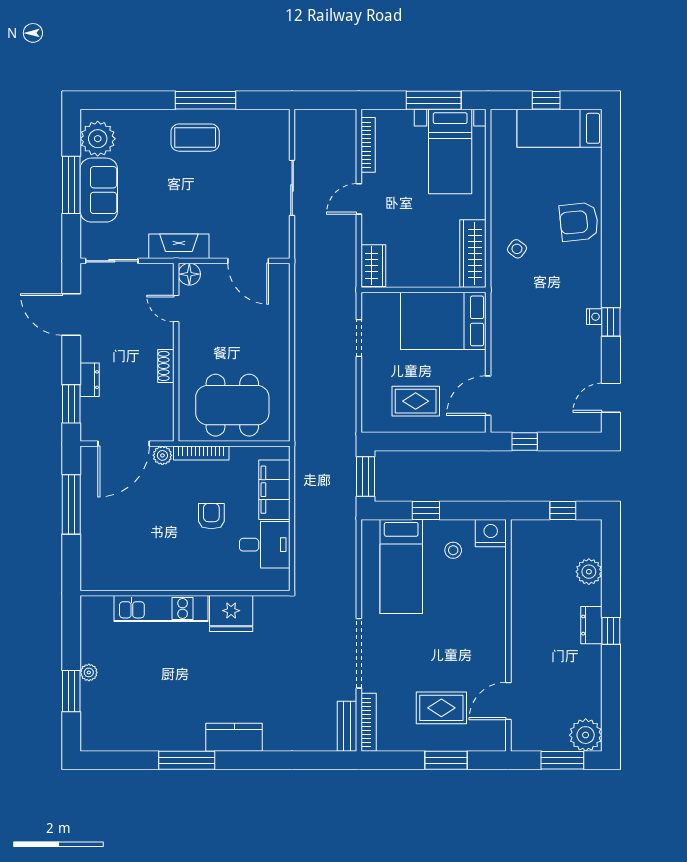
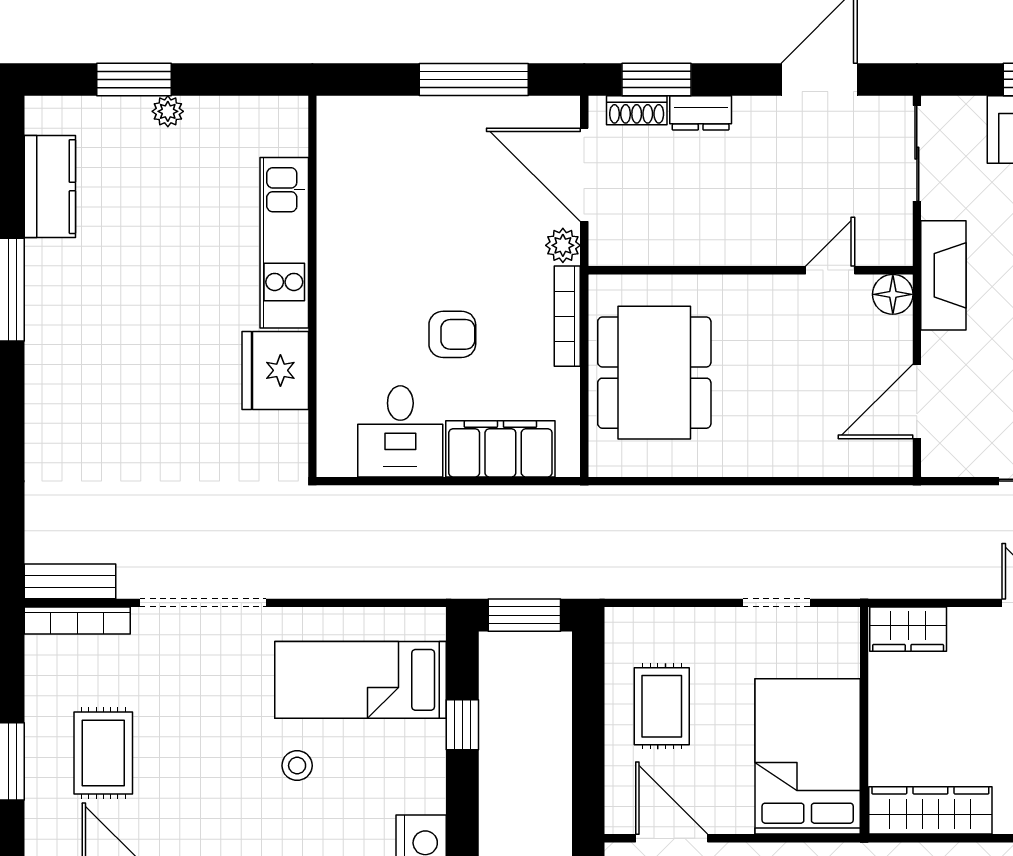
shoe rack: (166, 366) -> (637, 110), moved, turned 180
stool: (453, 550) -> (297, 766), moved
kitchen counter: (234, 737) -> (50, 187), moved

